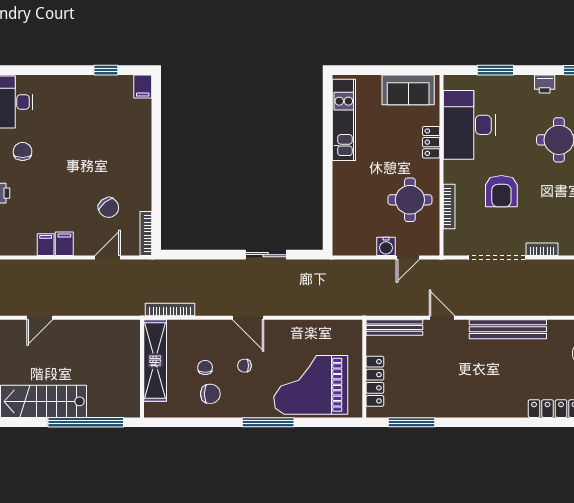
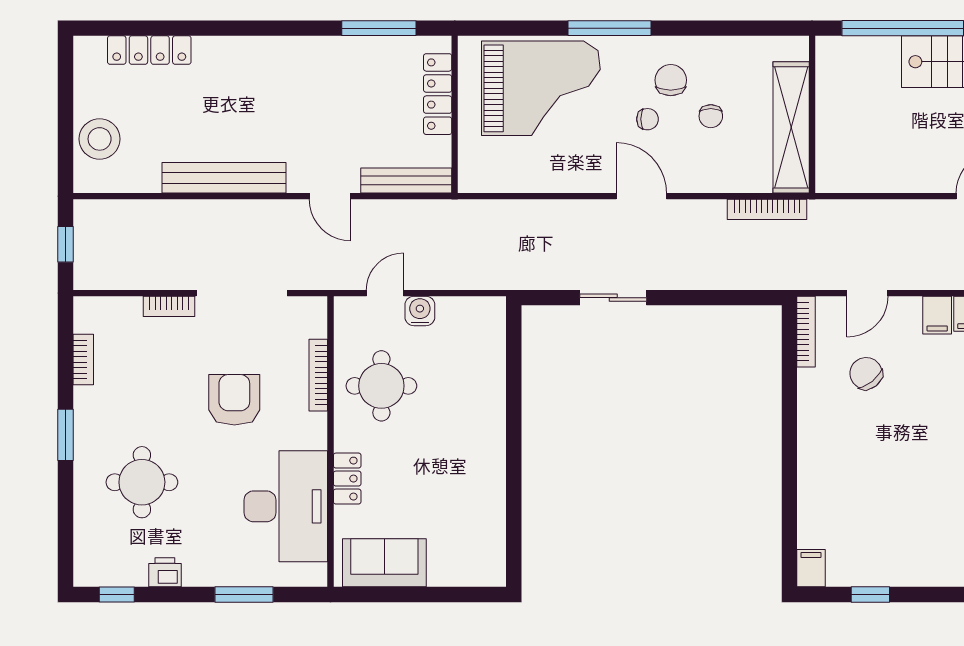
kitchen unit: (344, 120) -> (488, 514), removed
chair: (210, 394) -> (671, 80), moved, turned 90

